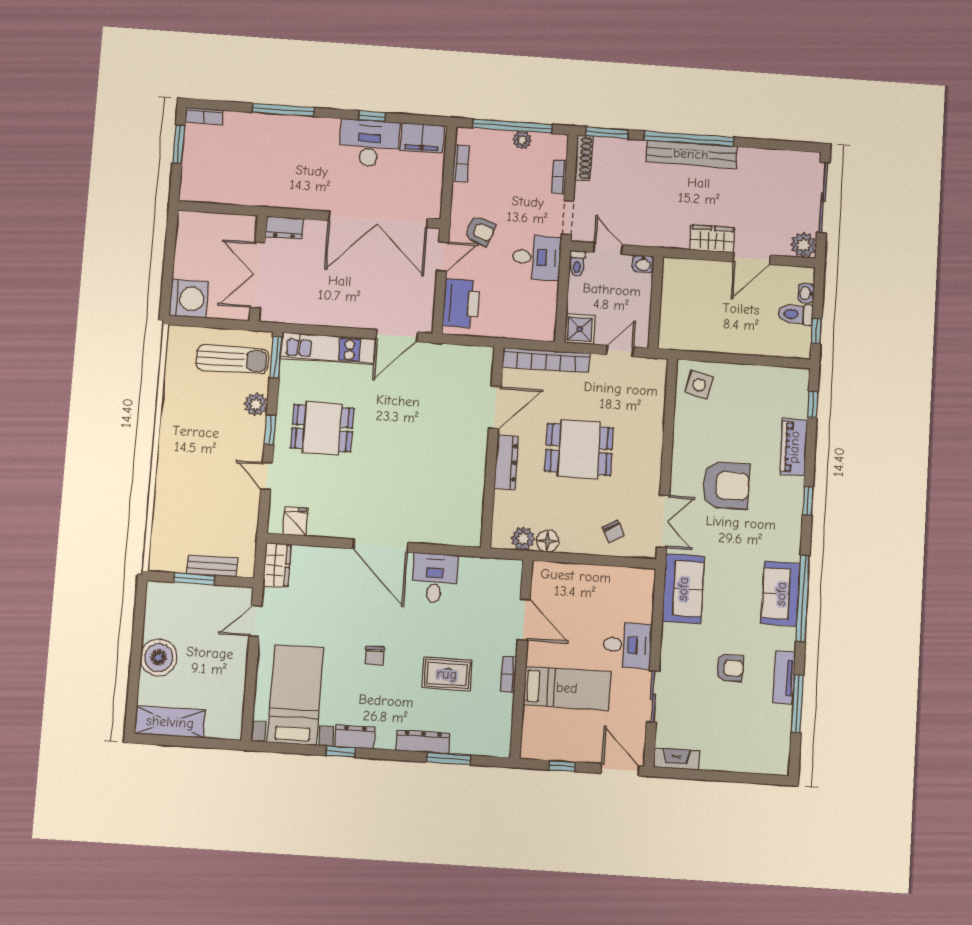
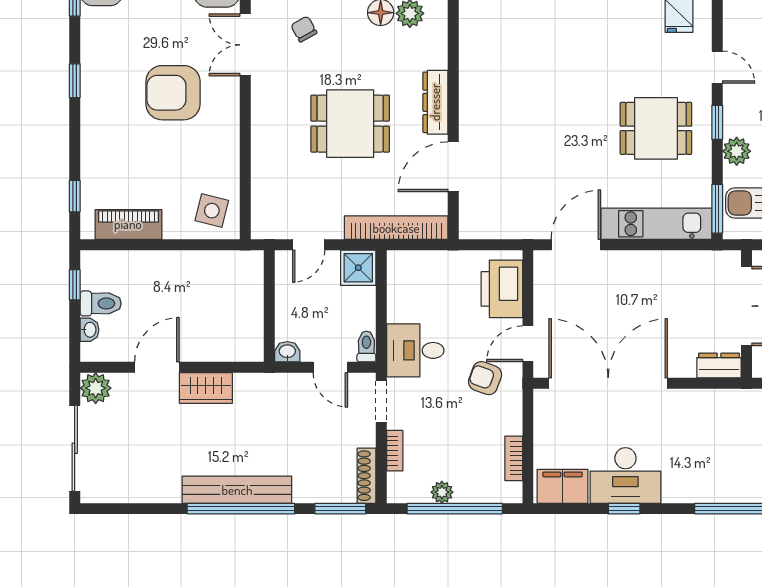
piano: (794, 447) -> (128, 224), moved, turned -90

